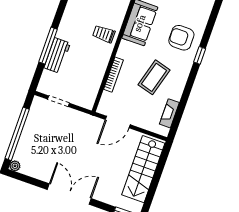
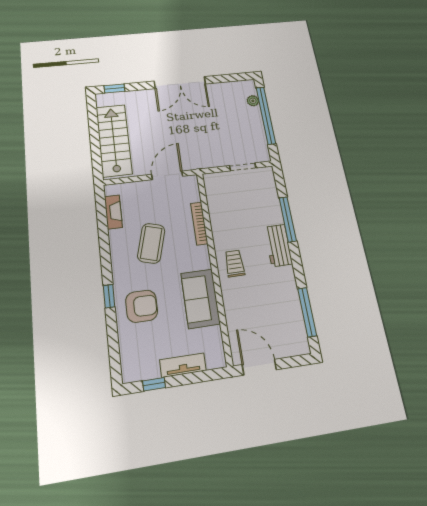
trolley: (104, 34) -> (235, 263), turned -90
workbench: (57, 56) -> (278, 245), moved
plant: (15, 166) -> (253, 101), moved

